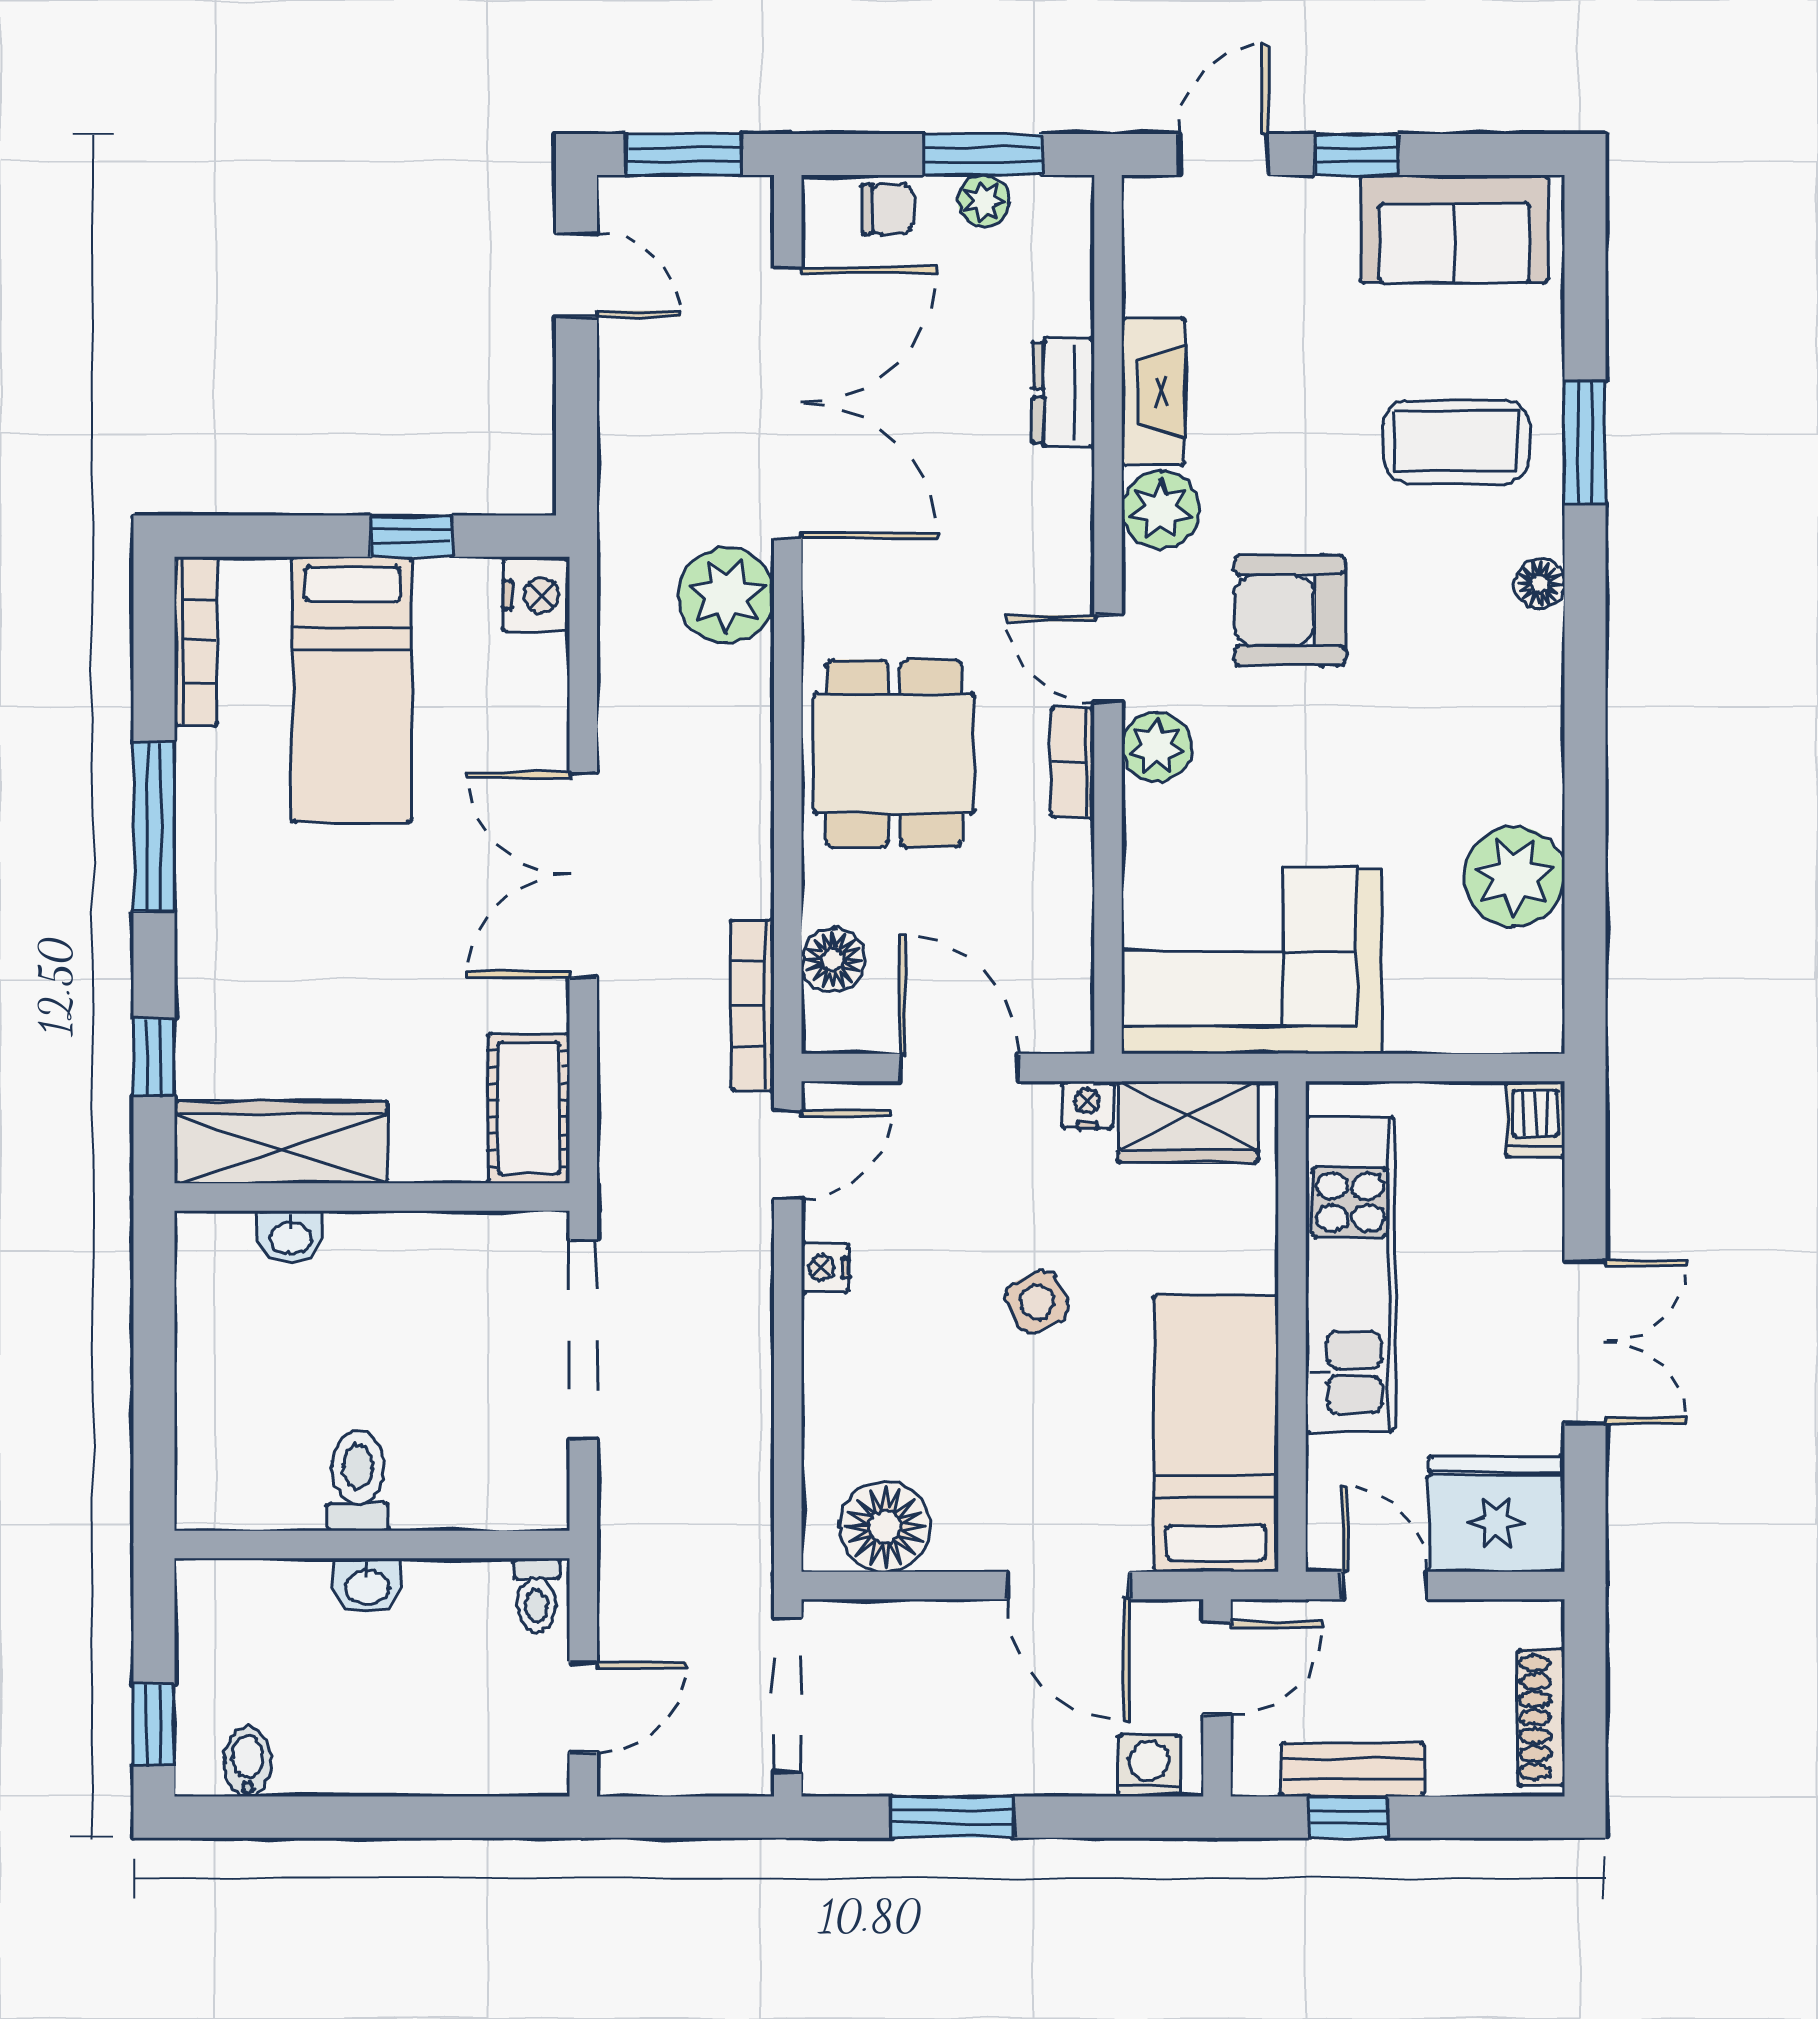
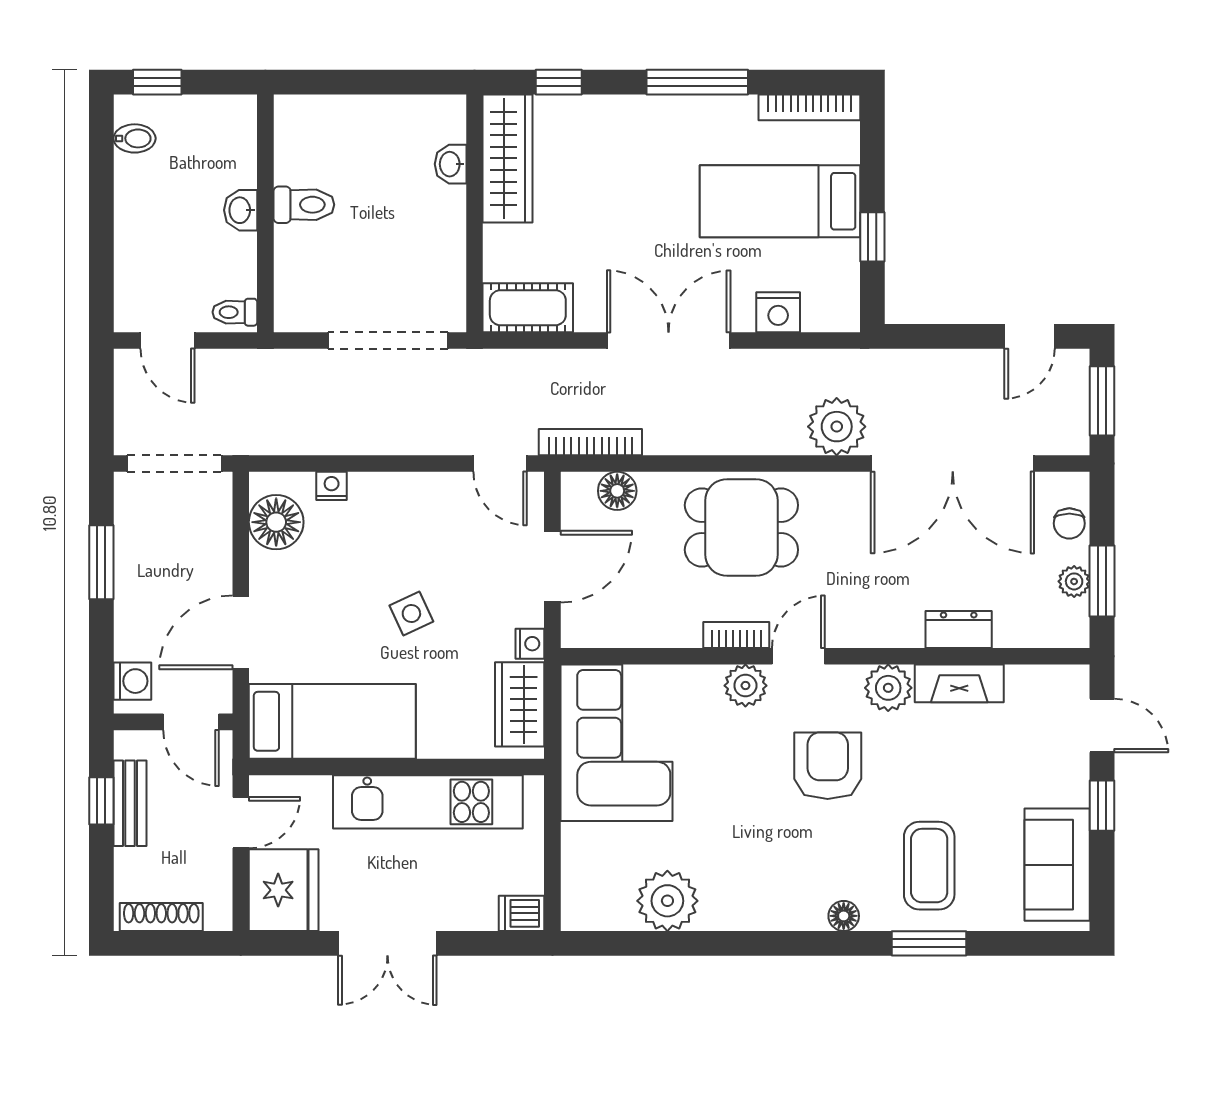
nightstand: (536, 595) -> (778, 312), moved
nightstand: (825, 1268) -> (332, 486), moved

